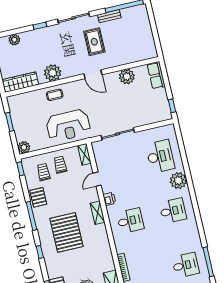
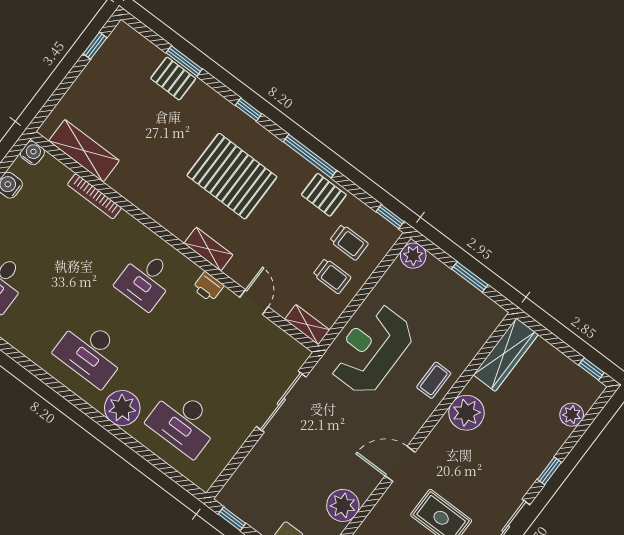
desk: (173, 211) -> (91, 352), width x1.37

